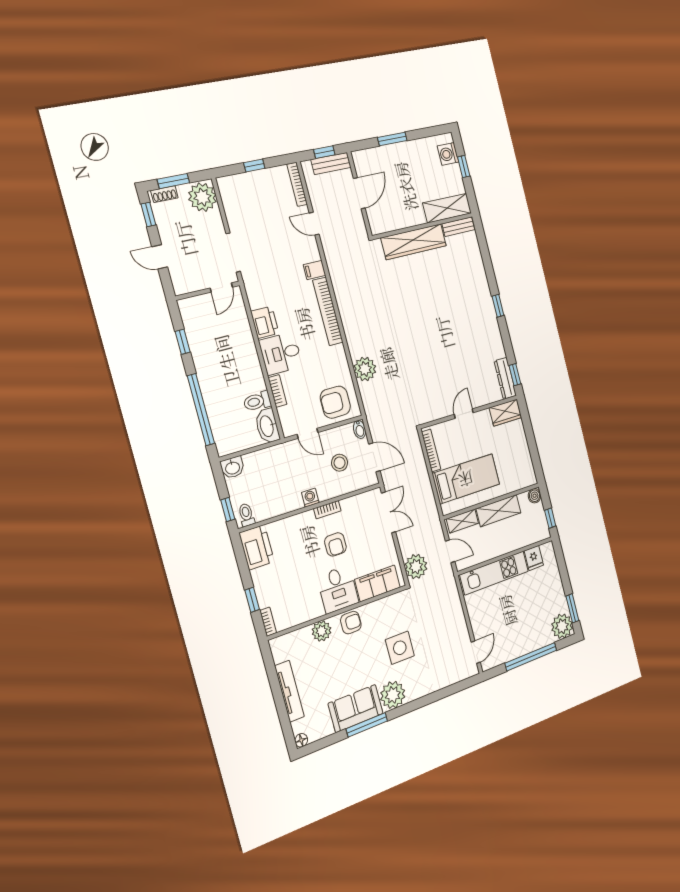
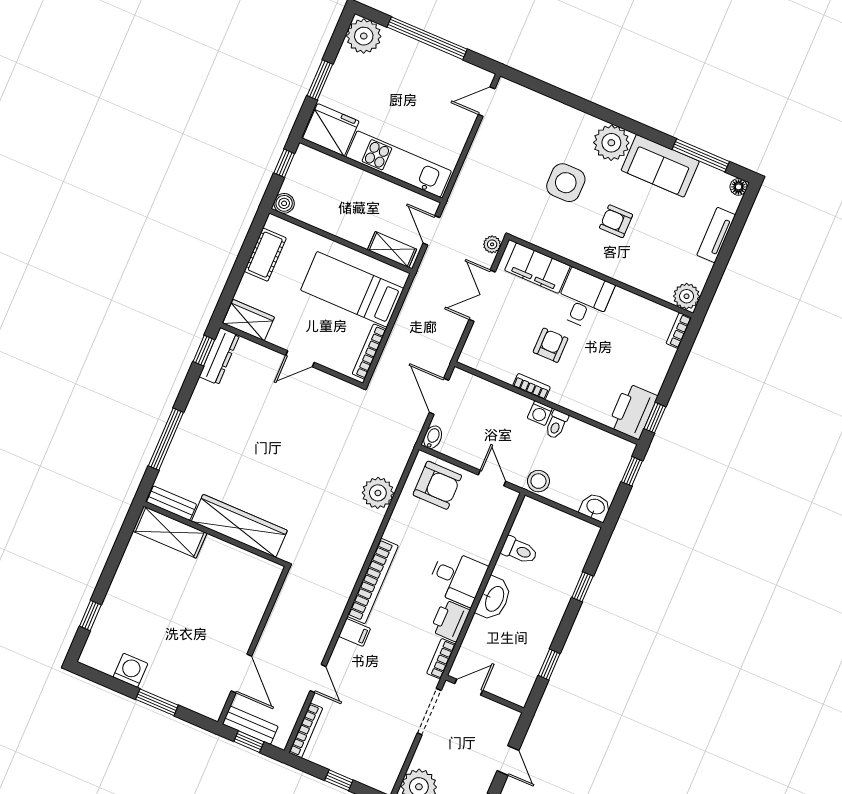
washing machine: (448, 154) -> (130, 670), moved, turned -90
door: (359, 193) -> (241, 674), swing flipped
shelving: (447, 208) -> (170, 532), moved
wall: (423, 226) -> (215, 534), moved
bench: (458, 227) -> (172, 503), moved
wardrobe: (414, 242) -> (239, 526), moved
window: (498, 306) -> (166, 439), width x2.17
bookcase: (277, 391) -> (441, 659), moved
window: (201, 410) -> (582, 587), width x0.32
washbasin: (267, 426) -> (494, 599), moved
cot: (523, 458) -> (265, 255), added
stool: (340, 463) -> (538, 481), moved
shelving: (499, 511) -> (341, 224), removed
double door: (389, 512) -> (482, 296), moved
toilet: (246, 515) -> (557, 425), moved
fridge: (534, 558) -> (331, 130), width x1.88, depth x1.34
plant: (416, 566) -> (492, 244), width x0.53, depth x0.53
window: (252, 600) -> (655, 418), moved
window: (572, 608) -> (320, 80), moved
armchair: (351, 623) -> (616, 221), moved
plant: (322, 631) -> (687, 296), moved
tv unit: (289, 691) -> (716, 235), width x0.71
window: (367, 725) -> (701, 155), moved

